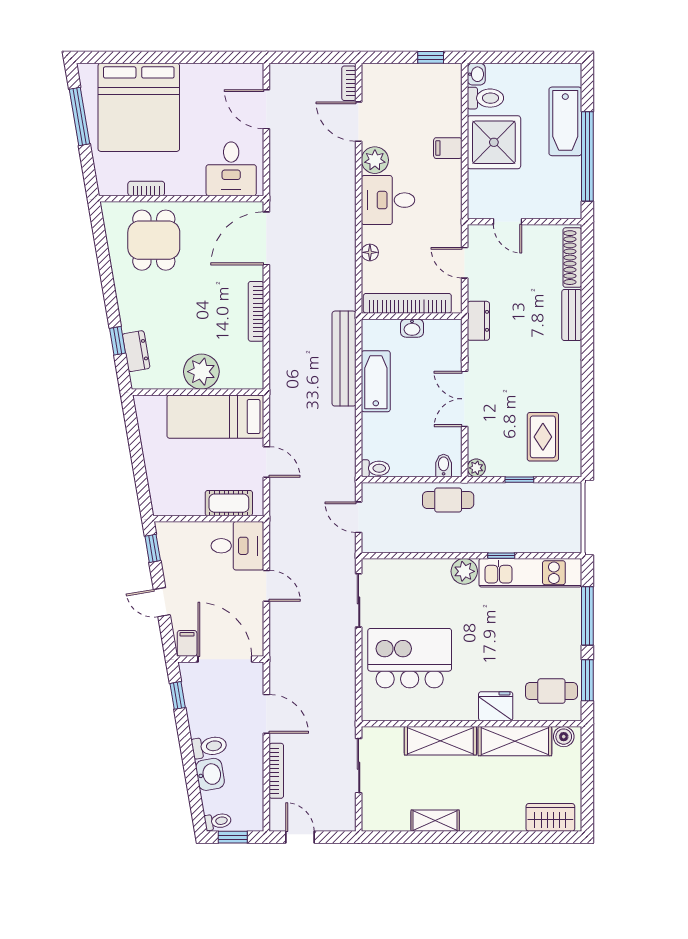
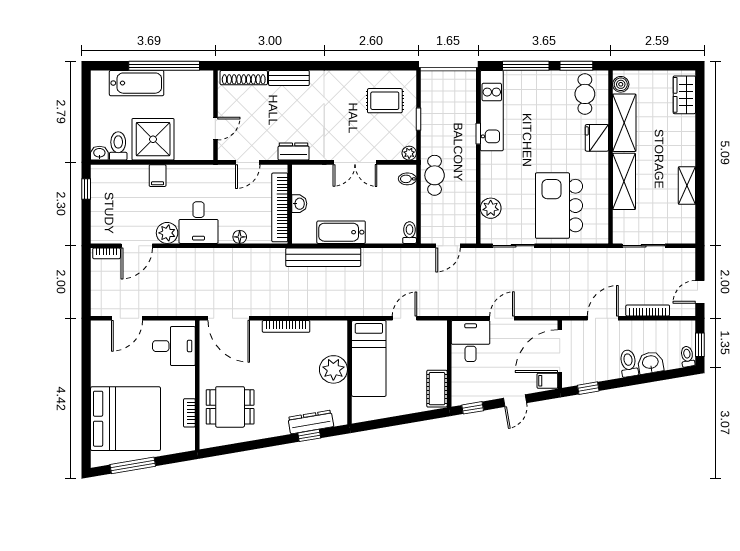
dresser: (136, 351) -> (311, 422), width x1.44
cot: (229, 503) -> (437, 389), moved
plant: (464, 571) -> (491, 208), moved

